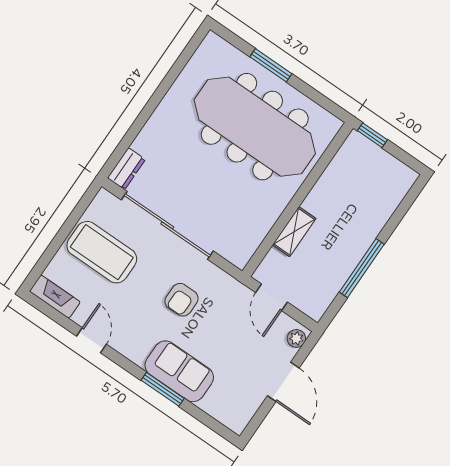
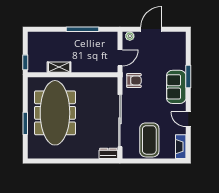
shelving: (294, 232) -> (59, 67), moved
armchair: (182, 300) -> (134, 81), moved
door: (91, 340) -> (188, 119), hinge flipped
sofa: (179, 371) -> (176, 87), moved

